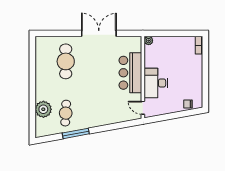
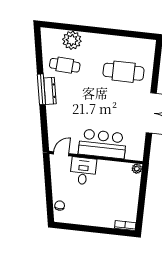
desk: (156, 83) -> (83, 171), width x0.73
dresser: (89, 123) -> (50, 91), added
window: (76, 133) -> (41, 89), moved

